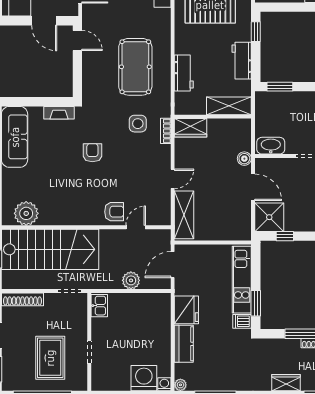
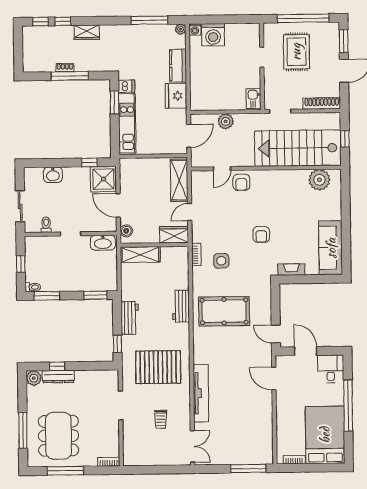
pool table: (135, 67) -> (224, 311), turned 90
shelving: (229, 106) -> (140, 255), moved
wall: (213, 117) -> (154, 245), moved
wardrobe: (191, 128) -> (174, 235), moved
armchair: (114, 212) -> (241, 182), turned -90

